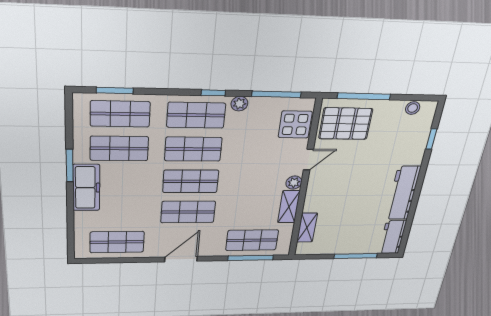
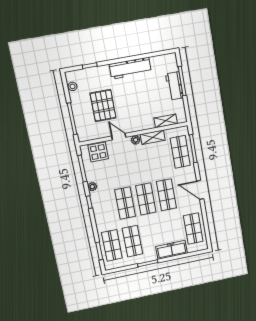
shop shelf: (196, 115) -> (104, 207), removed
pallet: (346, 124) -> (103, 106), moved
freezer: (86, 188) -> (172, 250), moved
workbench: (392, 237) -> (174, 86), moved, turned 90

